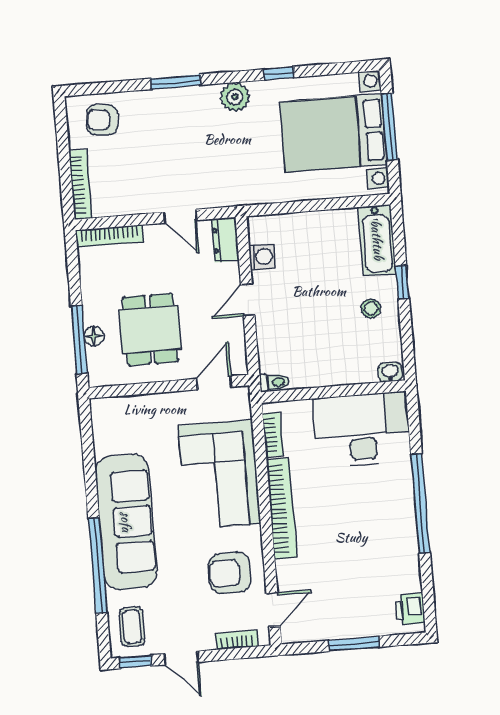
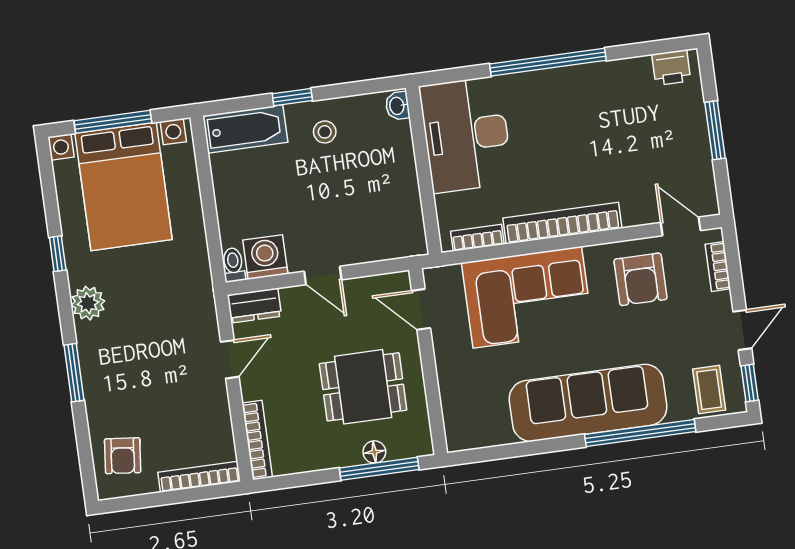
washing machine: (262, 257) -> (265, 257), width x1.38, depth x1.38
toilet: (274, 382) -> (233, 265), moved
coffee table: (132, 627) -> (709, 389), turned 90

